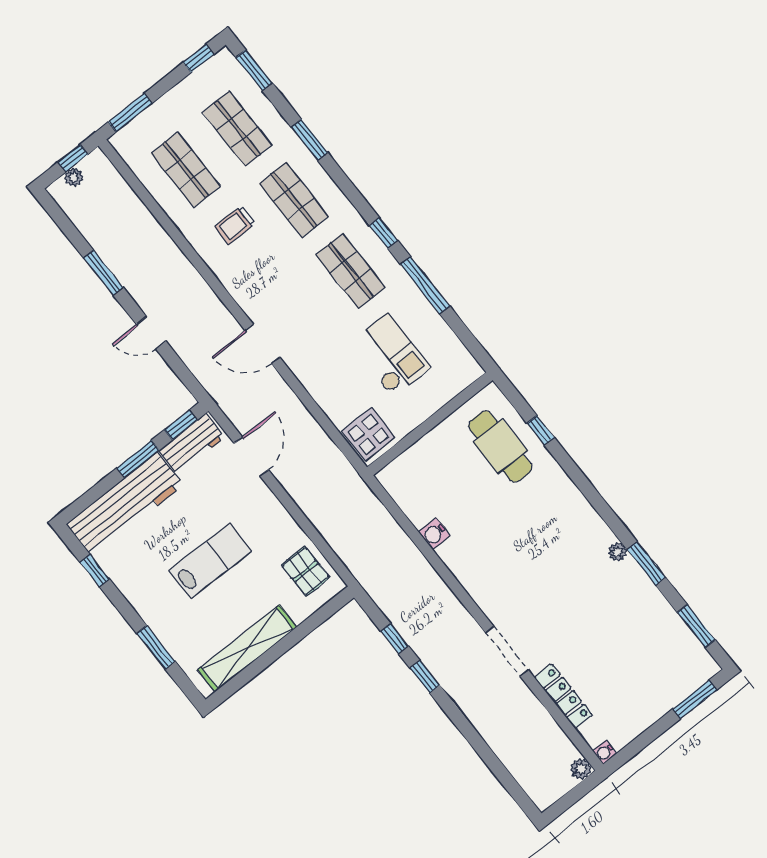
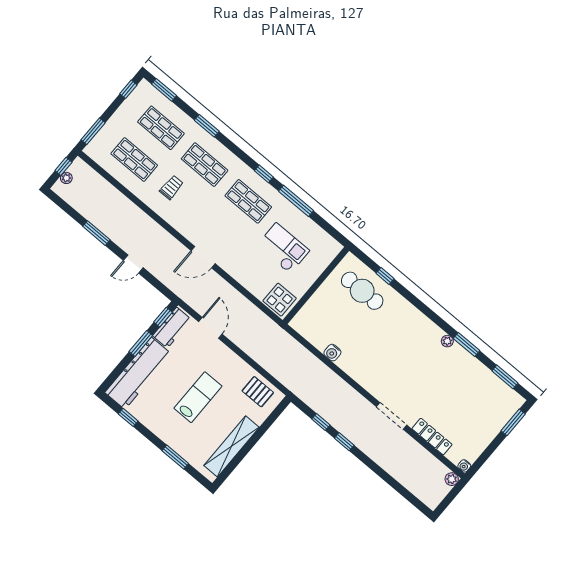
trolley: (235, 225) -> (171, 187), turned 180

